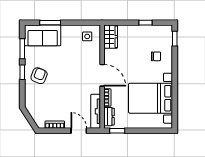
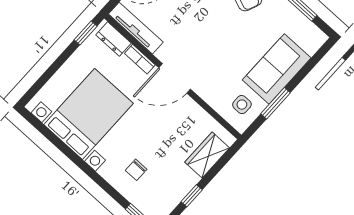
window: (50, 23) -> (275, 103), moved
sofa: (43, 35) -> (277, 69), moved
wardrobe: (111, 37) -> (207, 155), moved, turned 90

